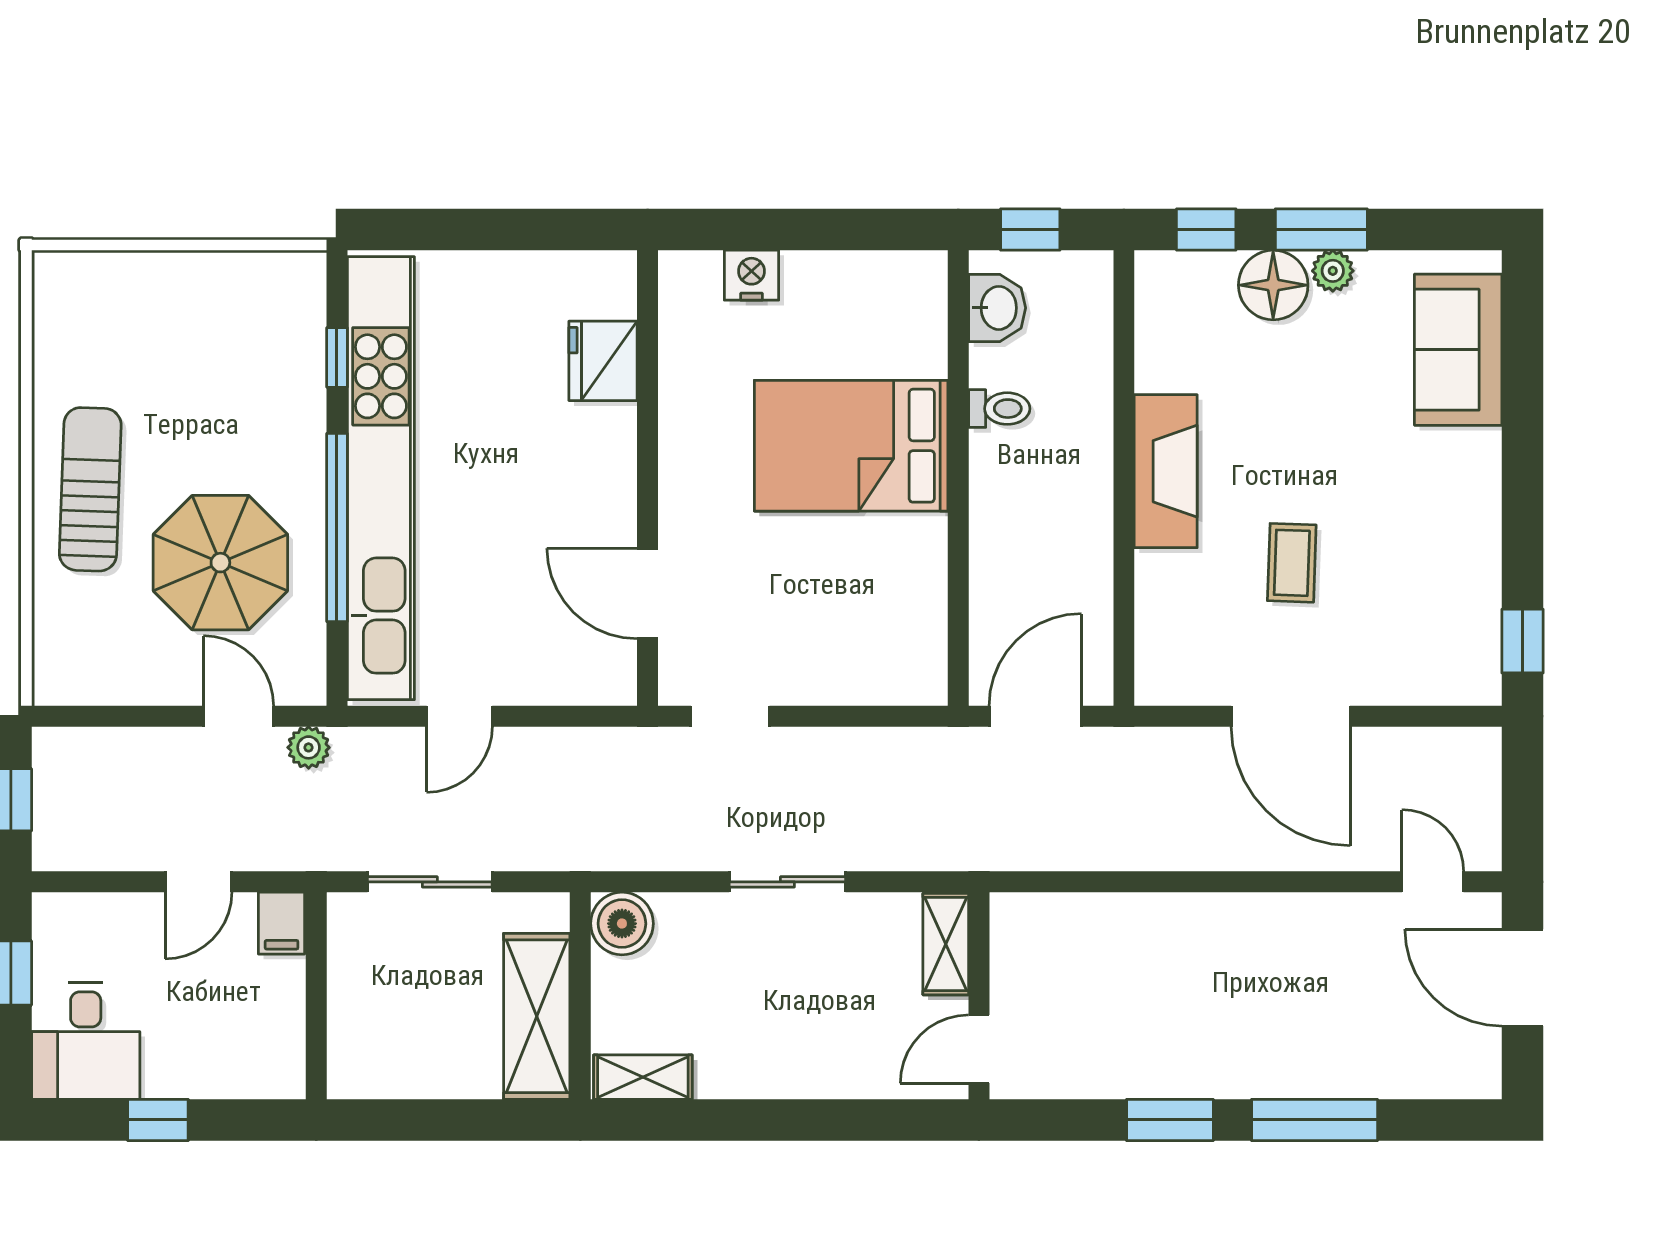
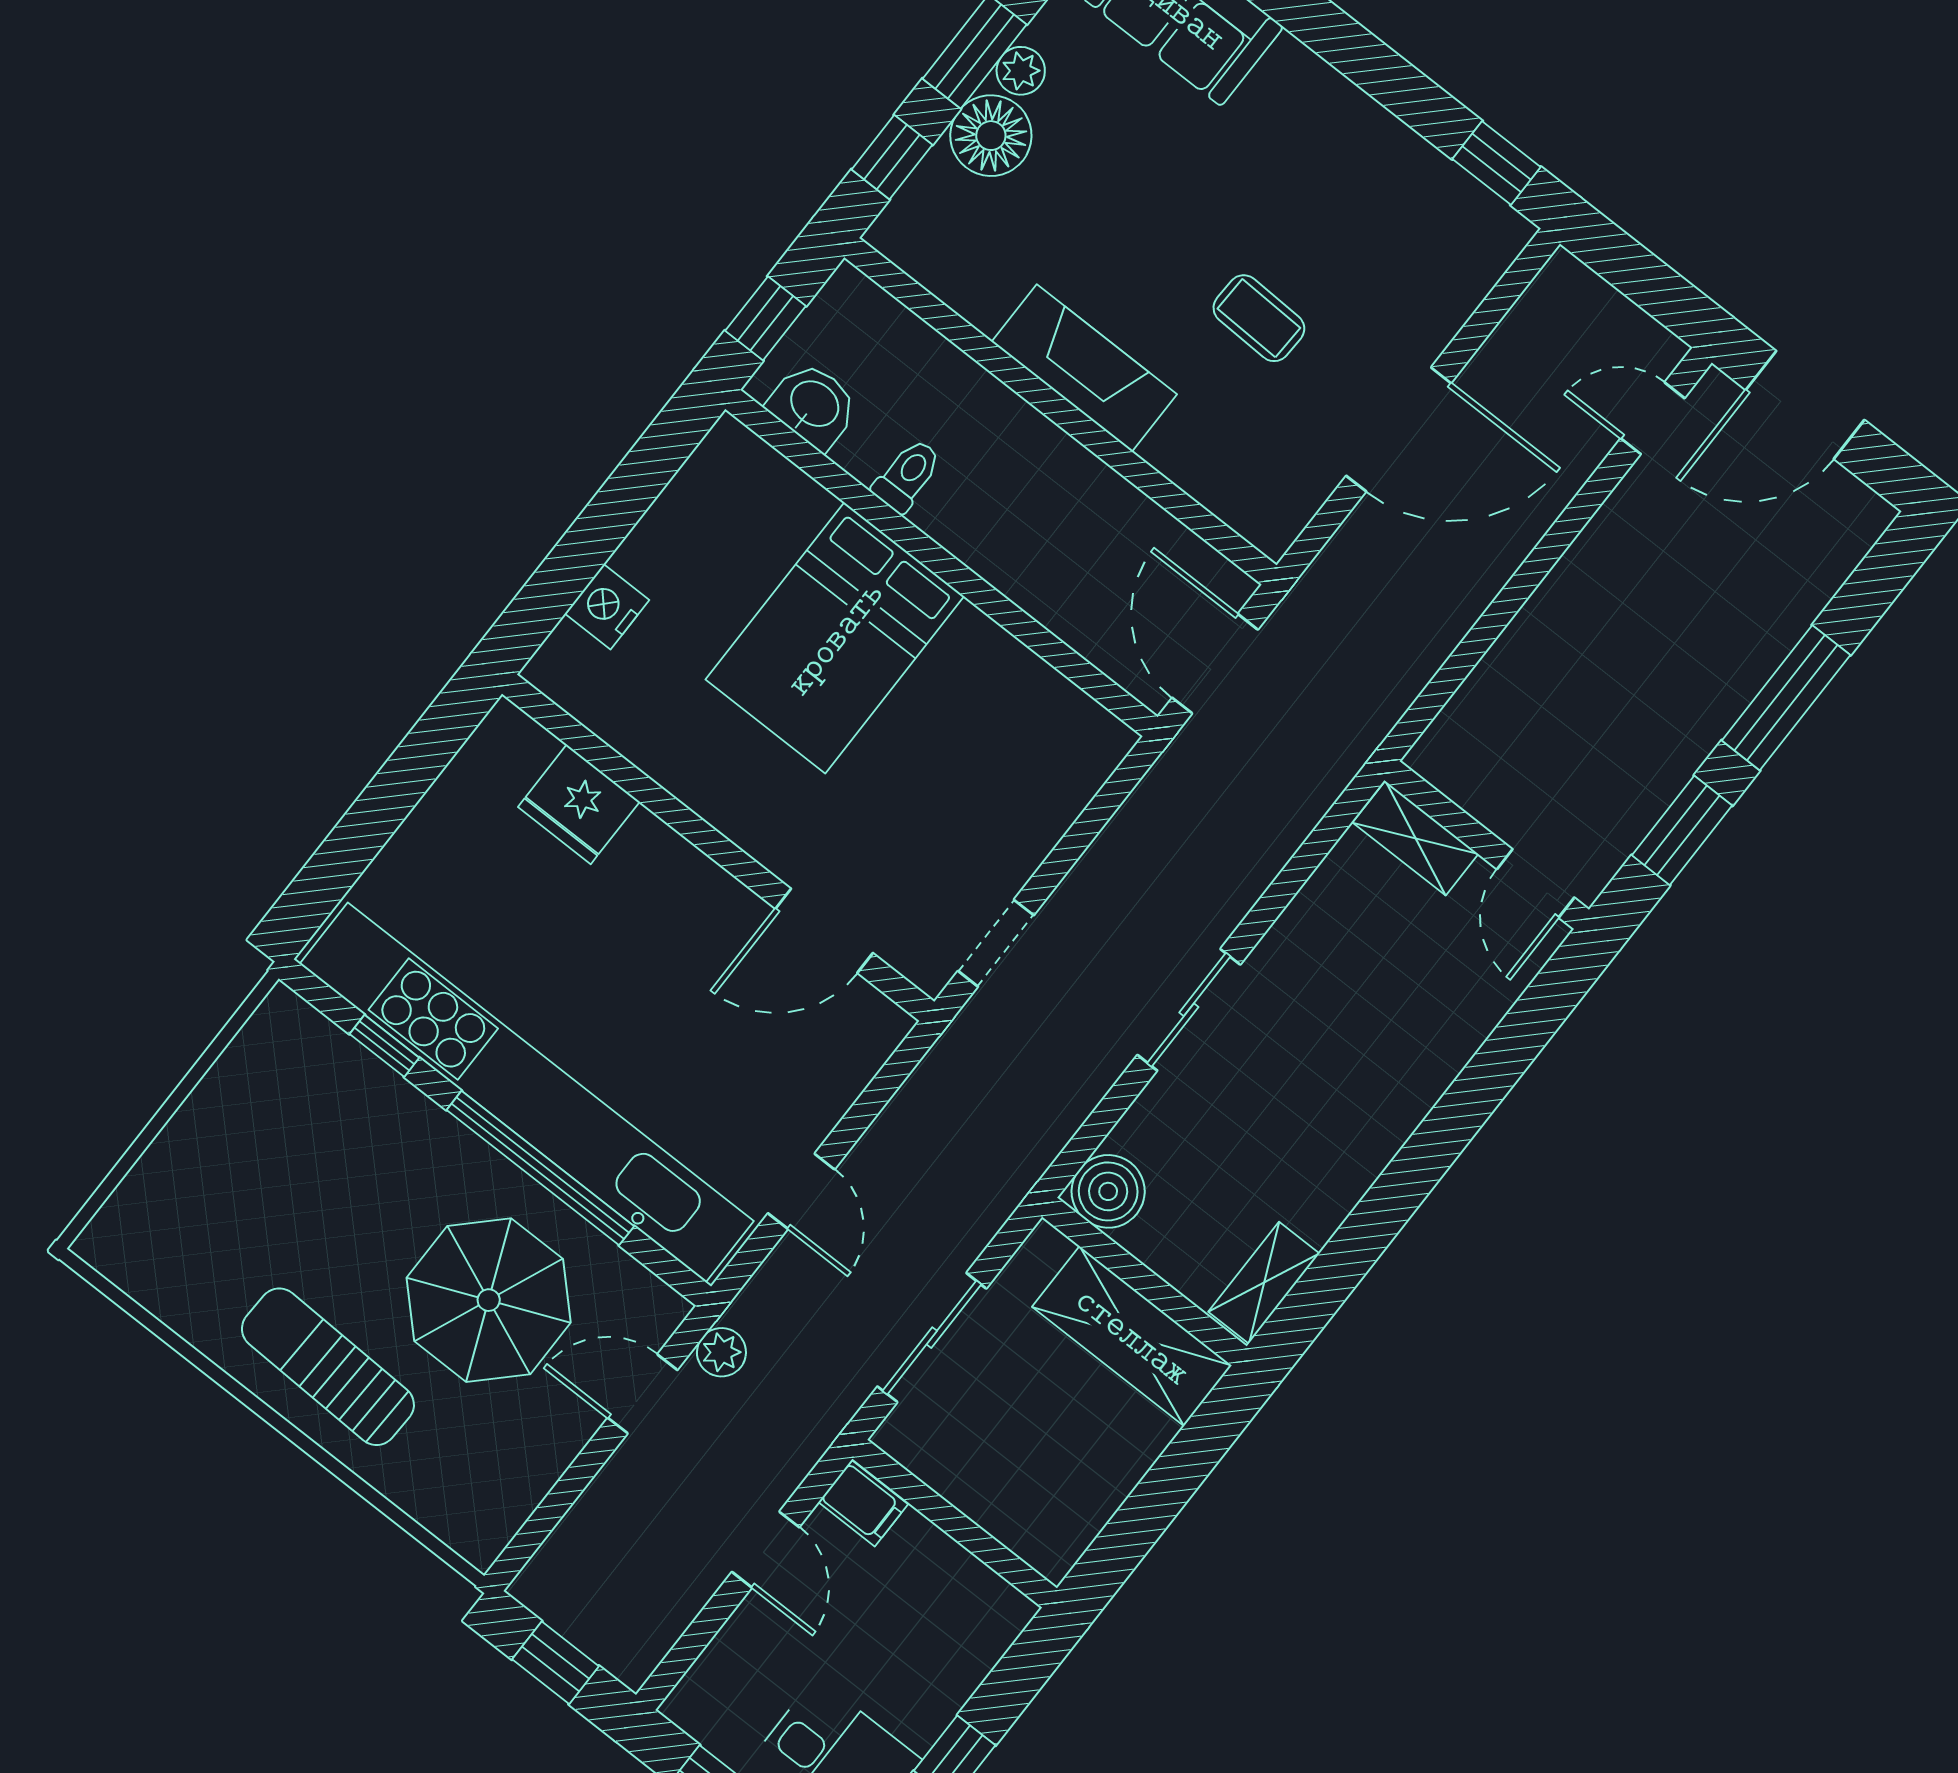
shelving: (946, 944) -> (1415, 838), moved
wall: (979, 996) -> (1487, 845), moved
door: (979, 1049) -> (1536, 883), moved

